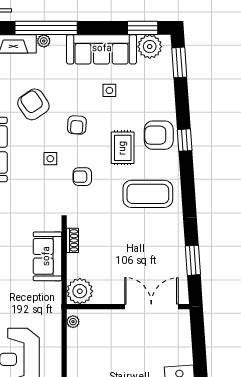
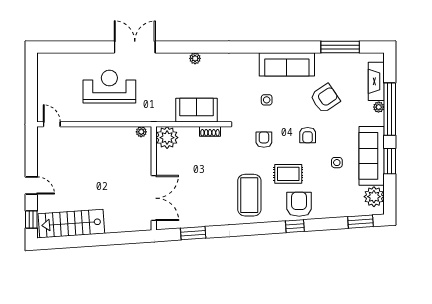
window: (143, 28) -> (390, 161), moved
armchair: (77, 125) -> (308, 135), turned -94
side table: (50, 159) -> (267, 100), moved

